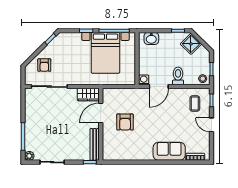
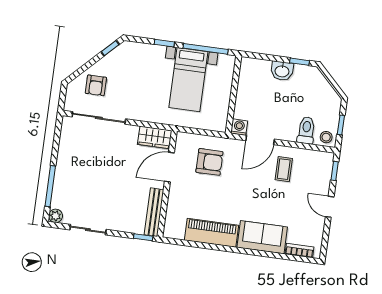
washbasin: (151, 38) -> (282, 71), moved
shower: (191, 44) -> (316, 84), removed
bed with nightstands: (105, 53) -> (188, 80), width x0.73
toilet: (178, 76) -> (306, 130), moved
coffee table: (195, 103) -> (284, 169), moved
armchair: (125, 122) -> (209, 162), moved, turned -90
piano: (135, 153) -> (211, 233), added

